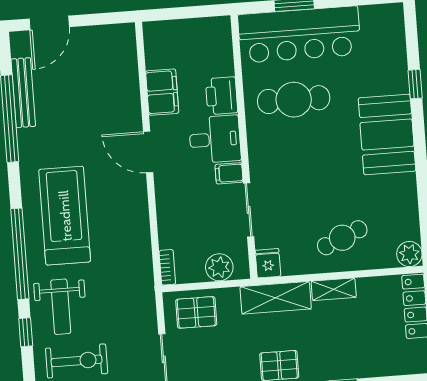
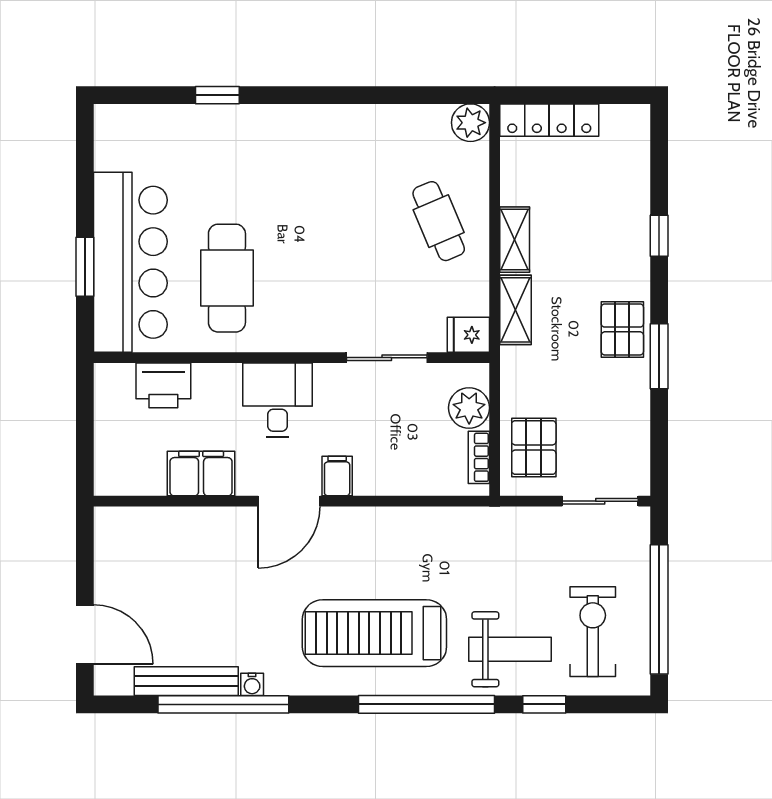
printer: (222, 96) -> (163, 385), moved
booth: (387, 134) -> (290, 143), removed
water cooler: (24, 137) -> (252, 684), added
filing cabinet: (229, 173) -> (337, 476), moved, turned 180
bookcase: (167, 267) -> (479, 457), moved, turned -90
shelving: (276, 298) -> (516, 310), width x0.67, depth x0.75

